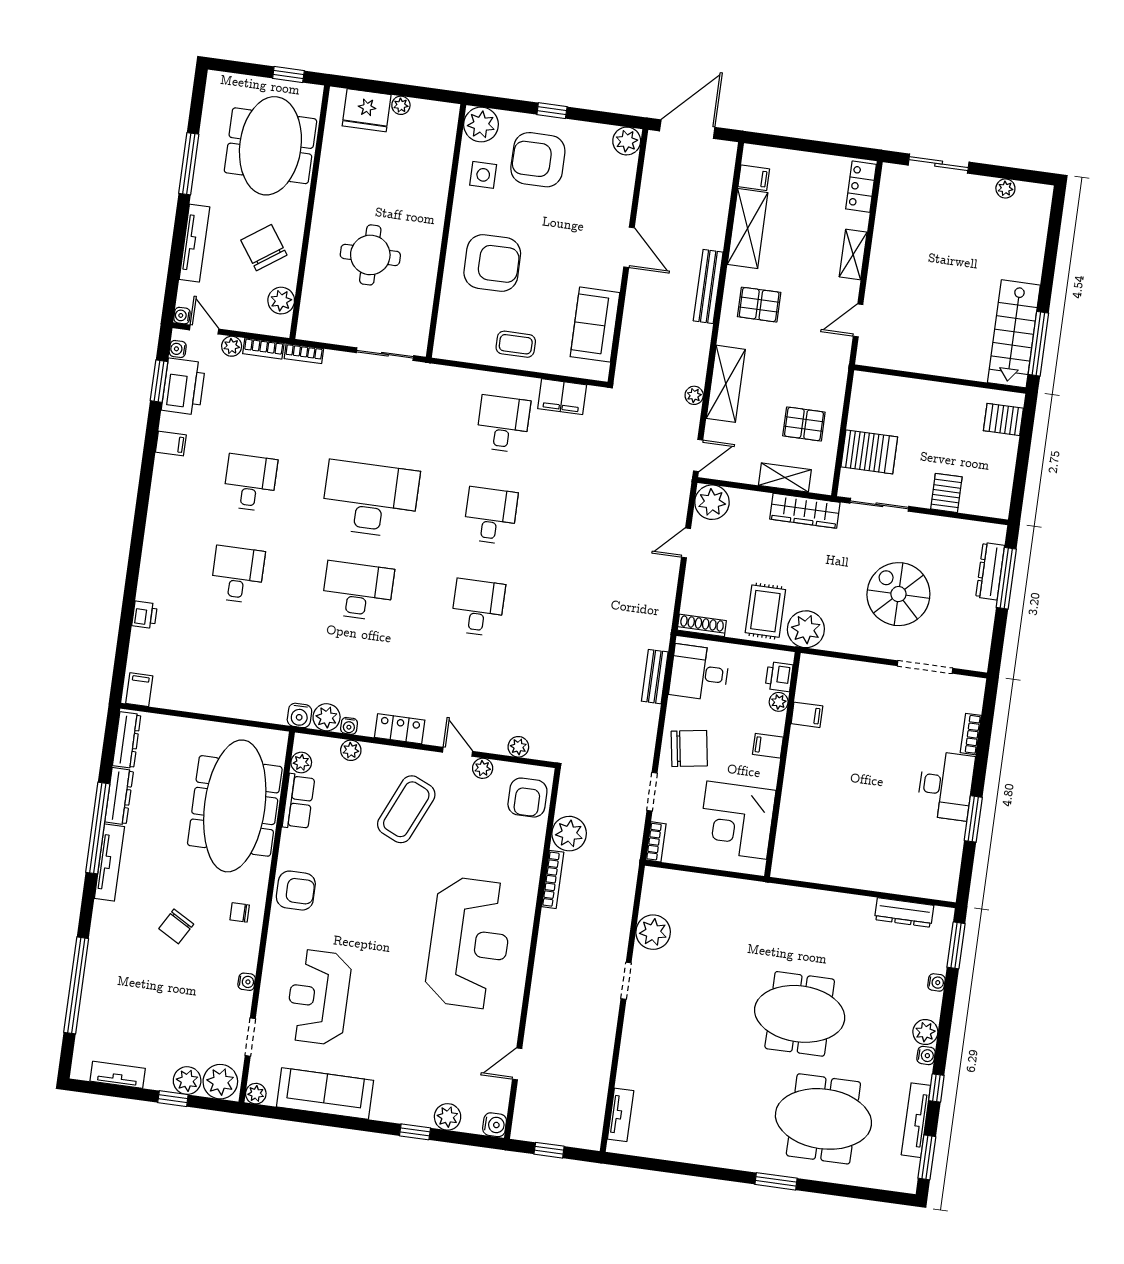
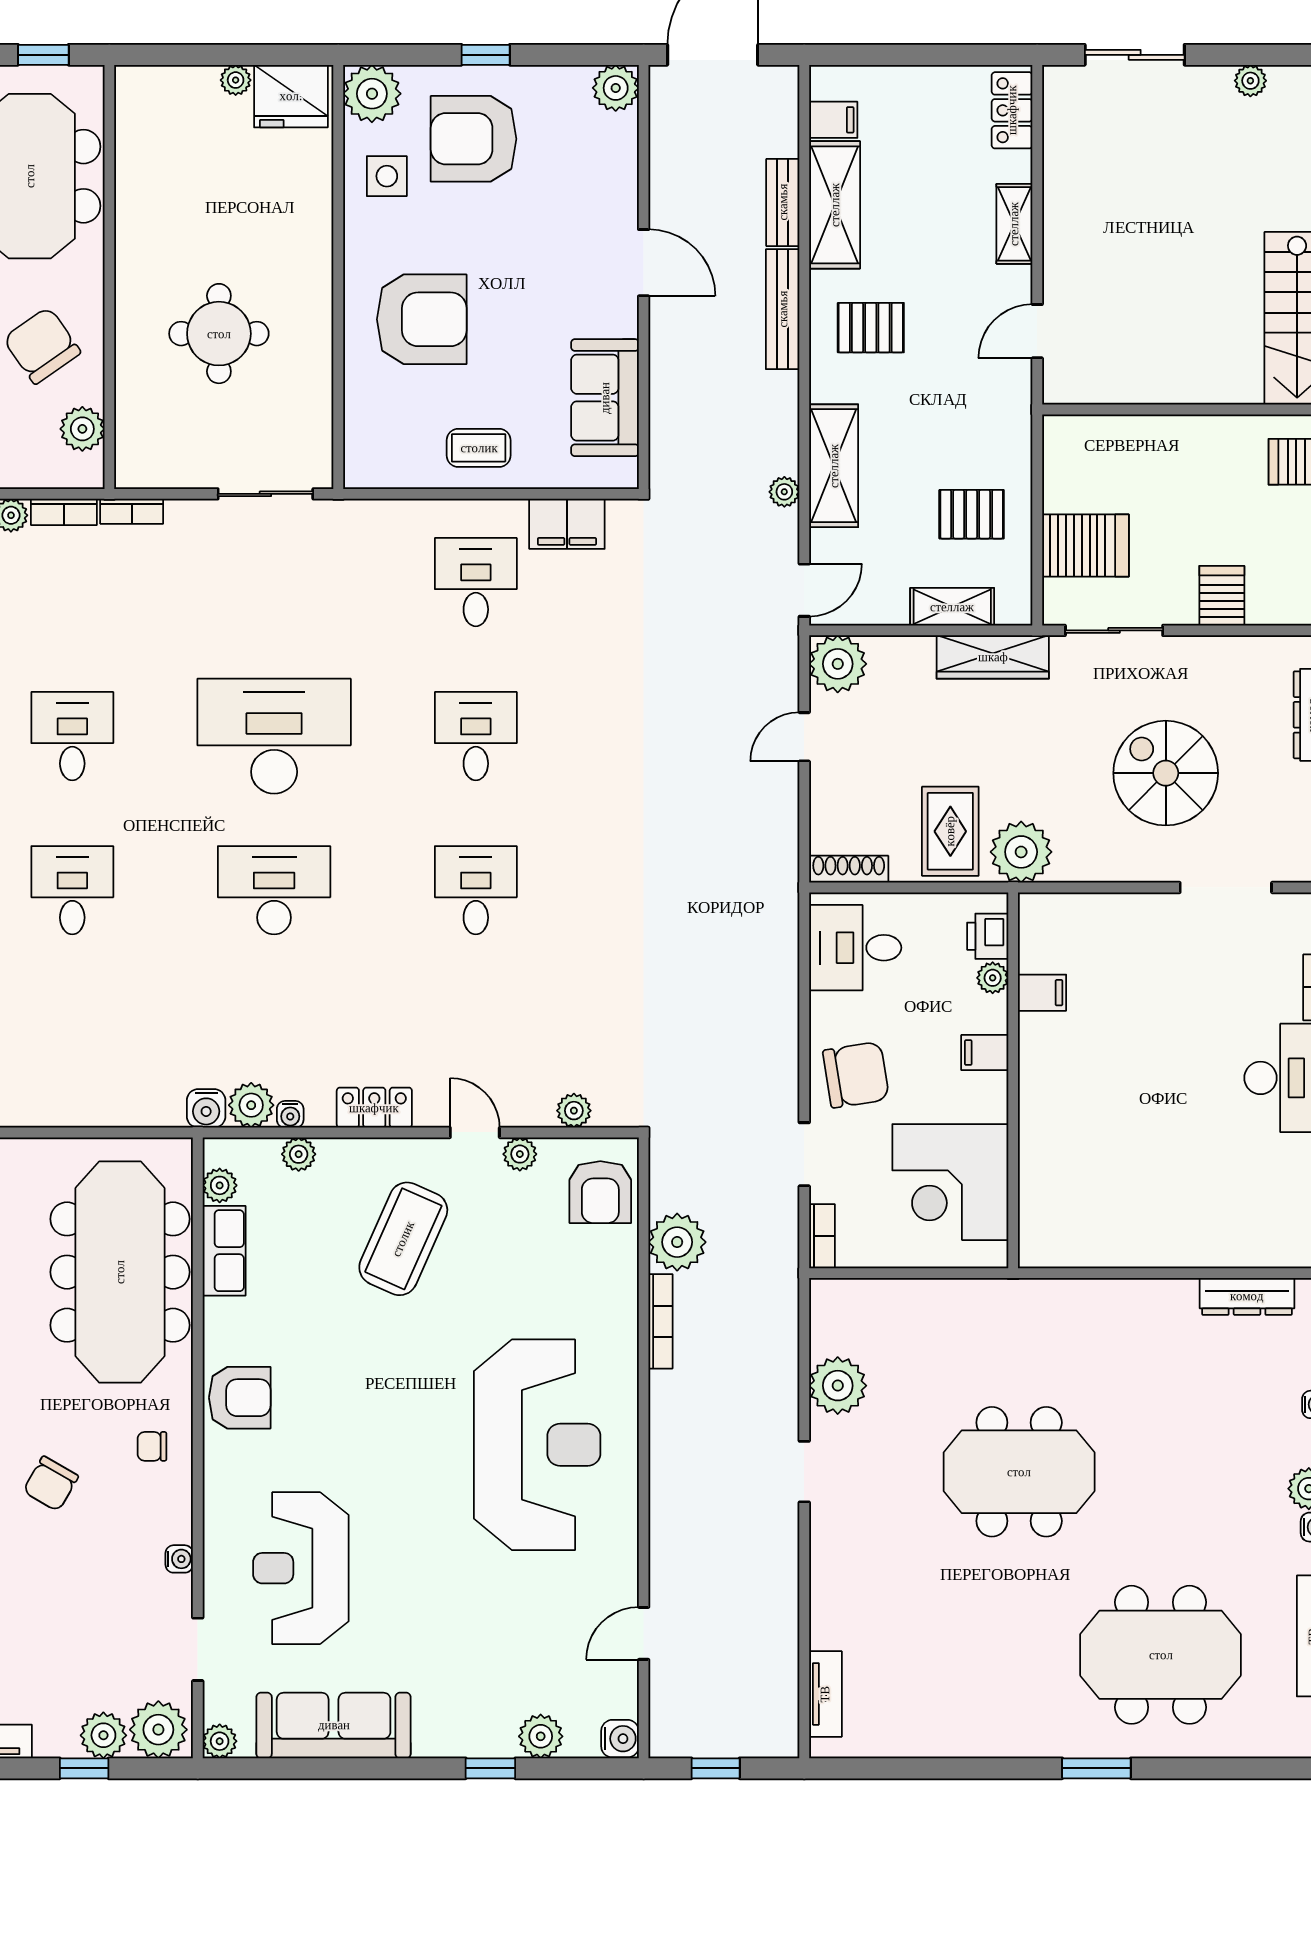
fridge: (367, 110) -> (291, 96), moved
bench: (655, 677) -> (783, 202), moved
meeting table: (800, 1014) -> (1019, 1472), moved

